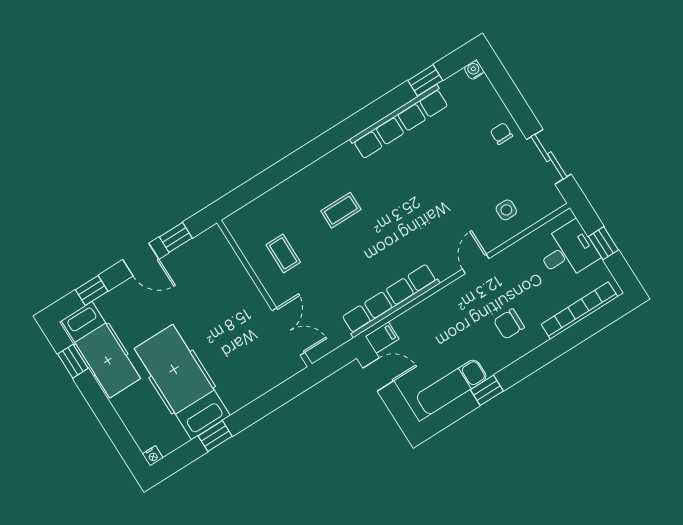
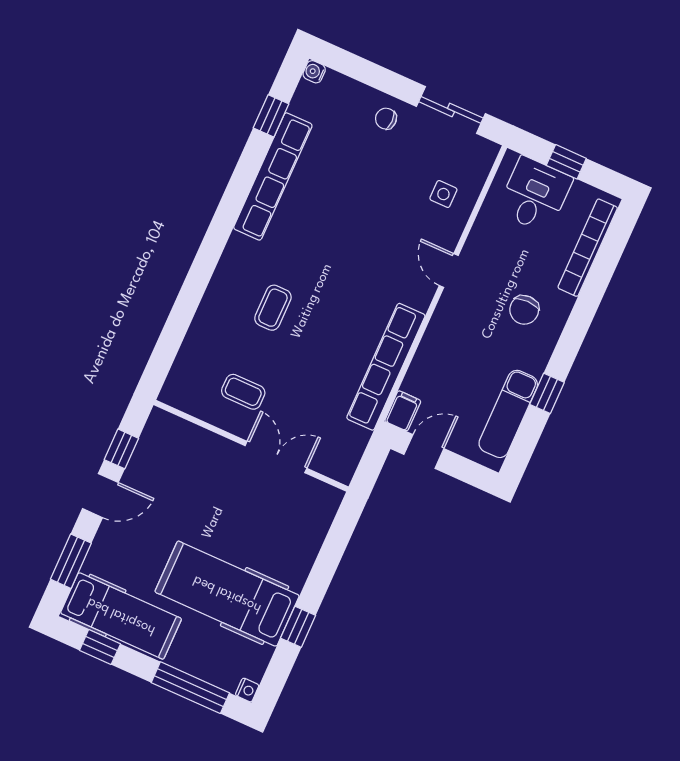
window: (92, 290) -> (71, 561), width x1.50
double door: (288, 331) -> (276, 457), moved
window: (115, 429) -> (190, 688), added

